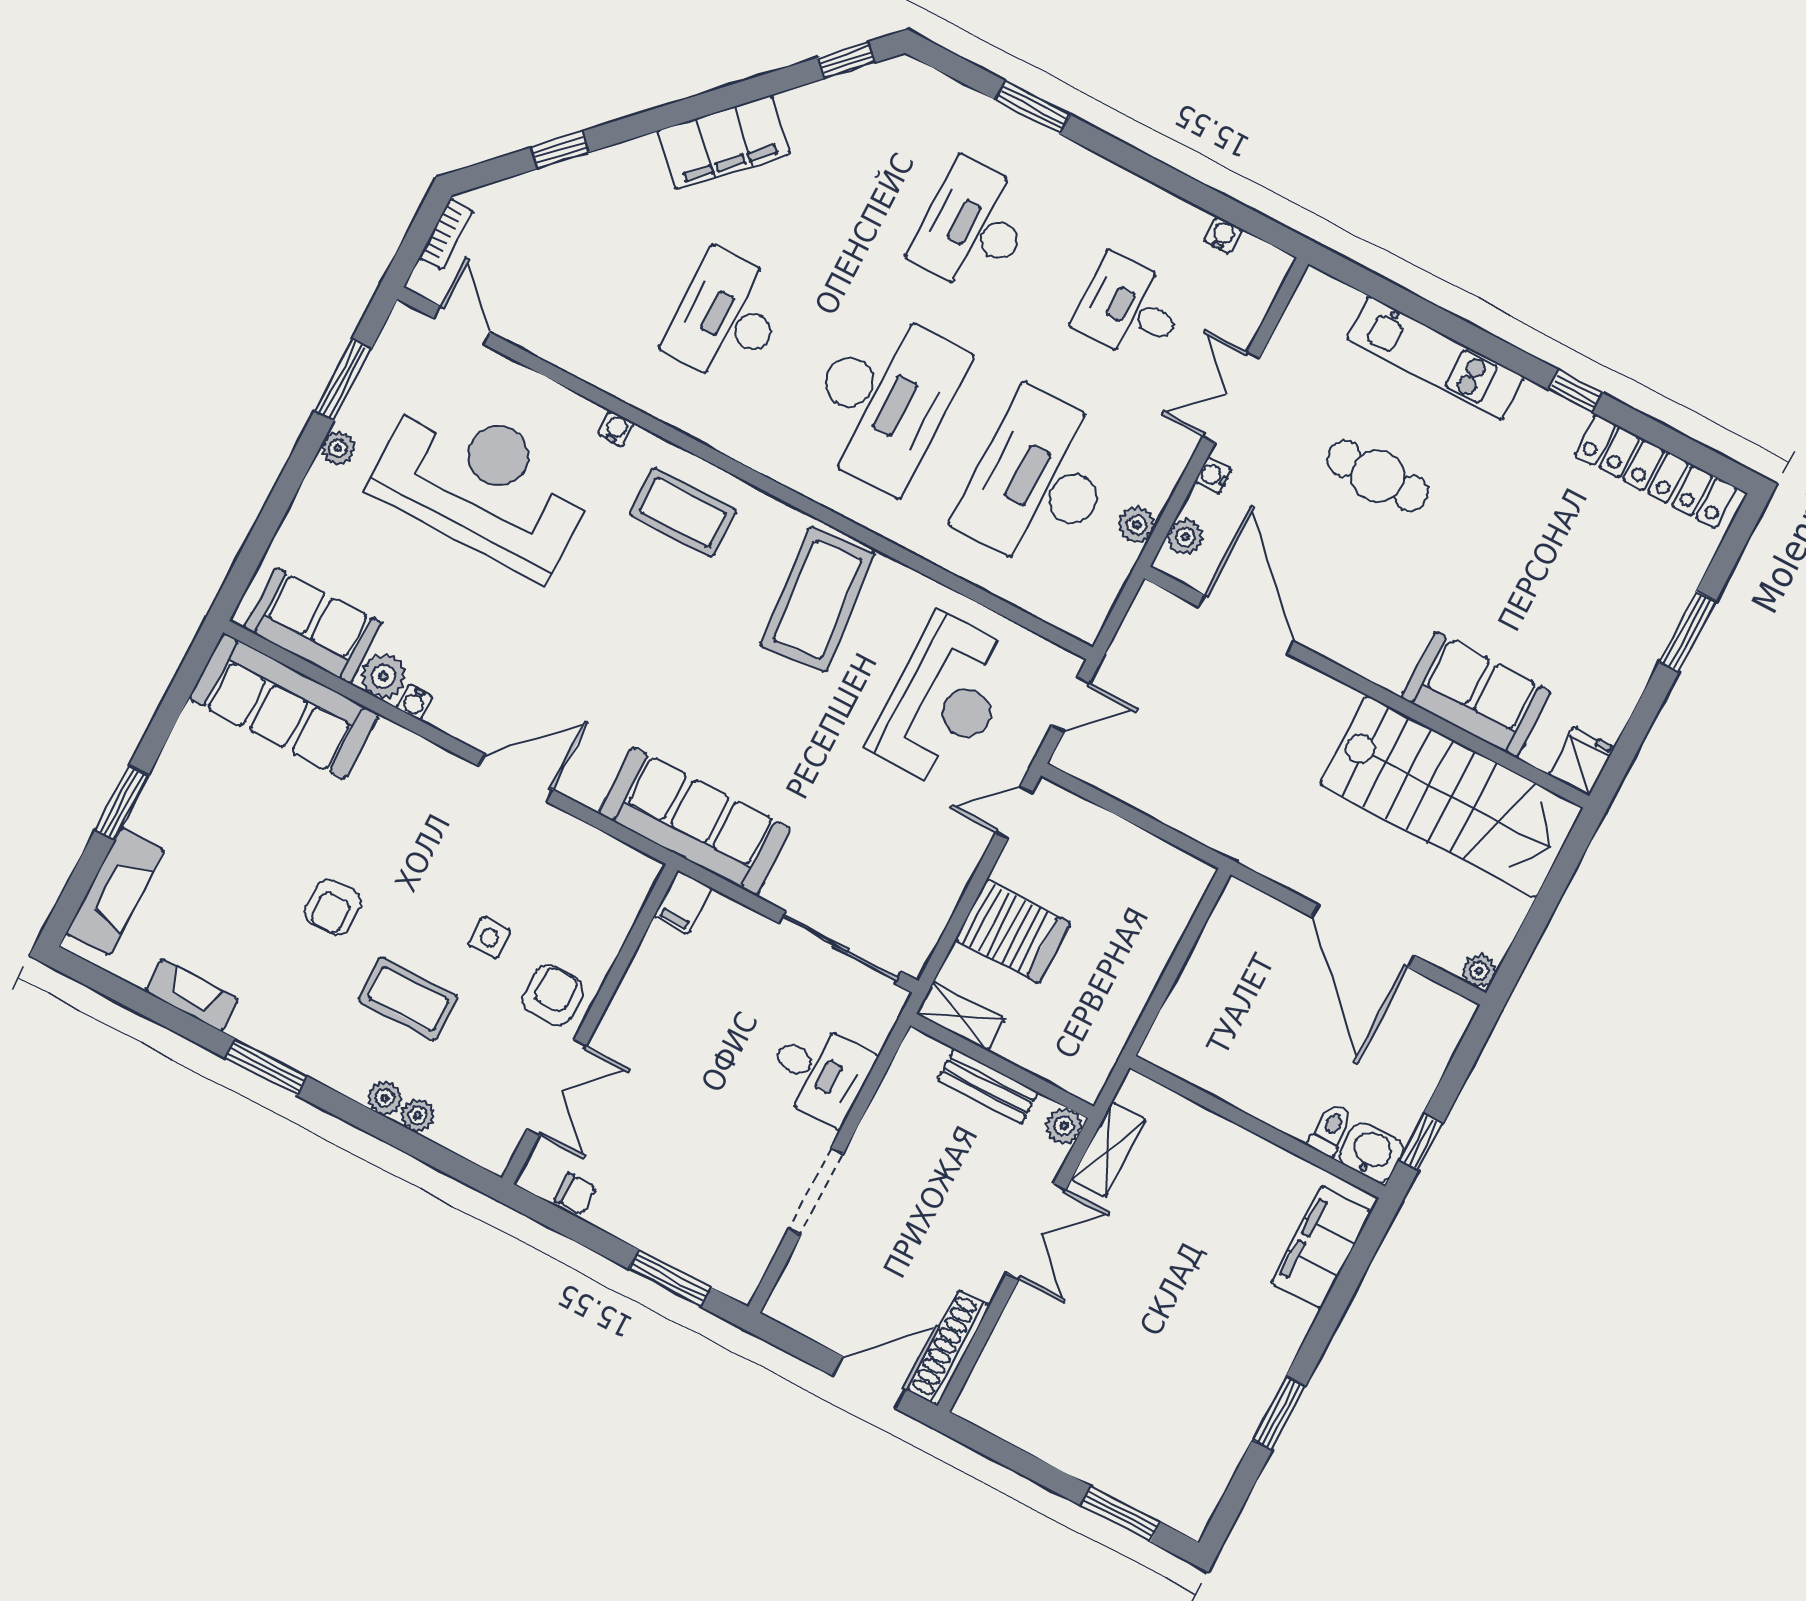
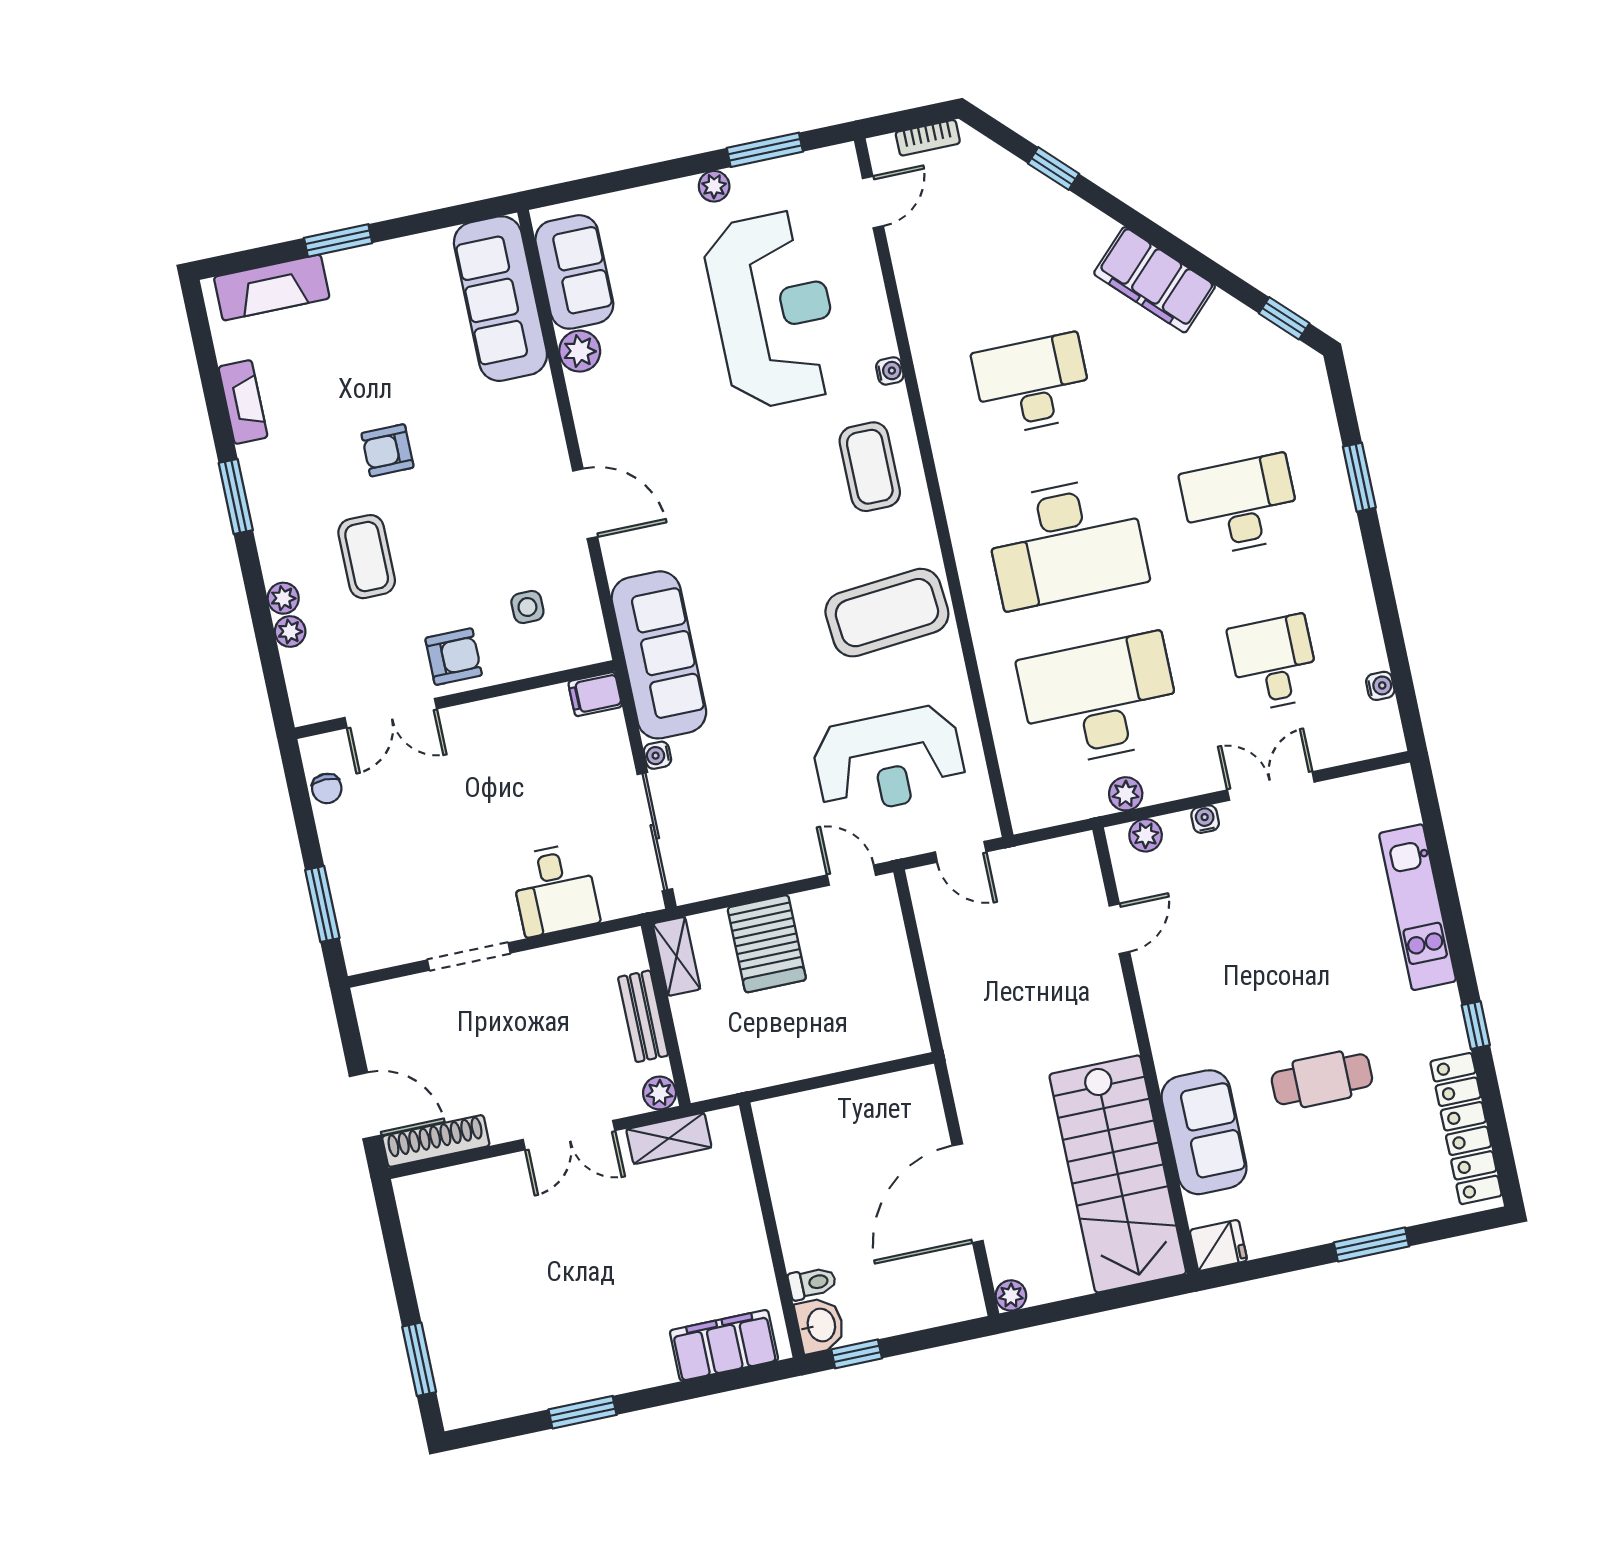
cafe table: (1378, 476) -> (1322, 1079), moved, turned 90
door: (1246, 624) -> (1119, 929), width x0.53
water cooler: (414, 702) -> (658, 755), moved
side table: (490, 938) -> (527, 607), moved

